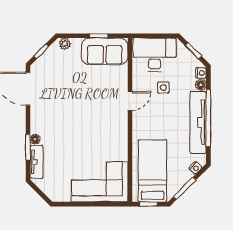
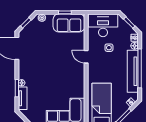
door: (130, 101) -> (86, 57), swing flipped

